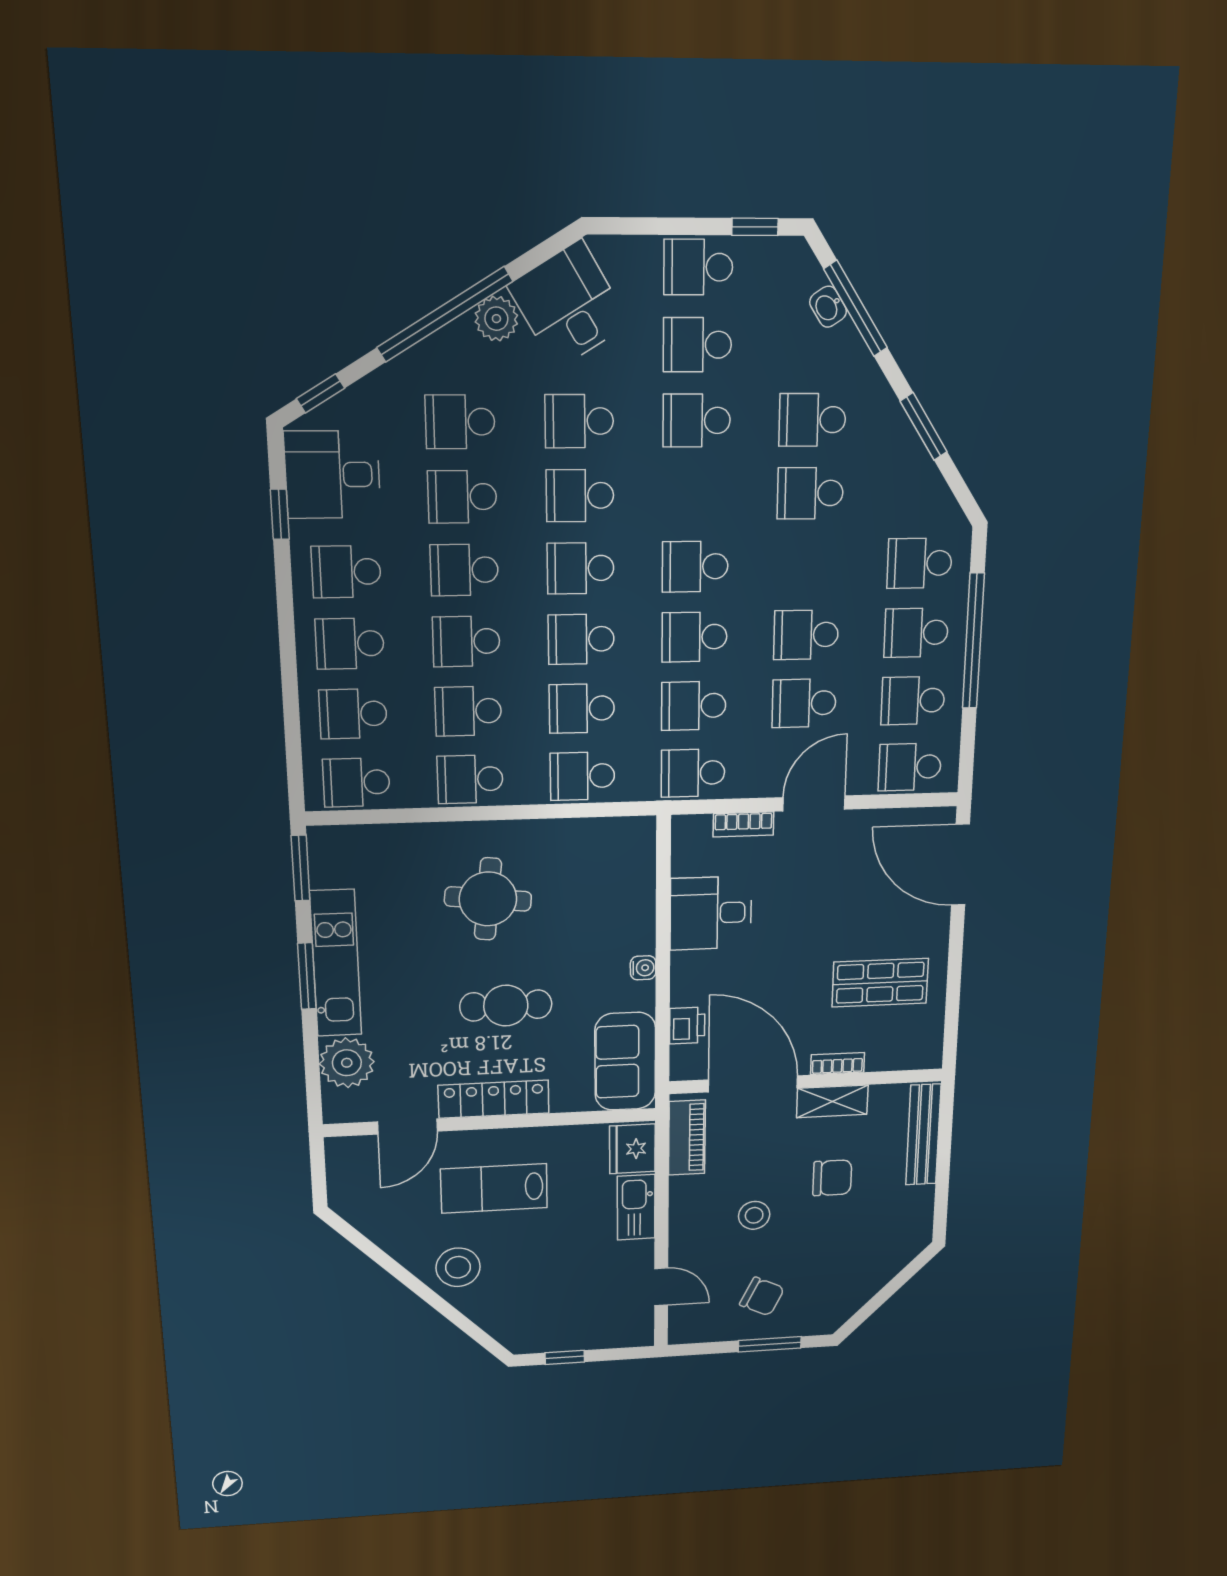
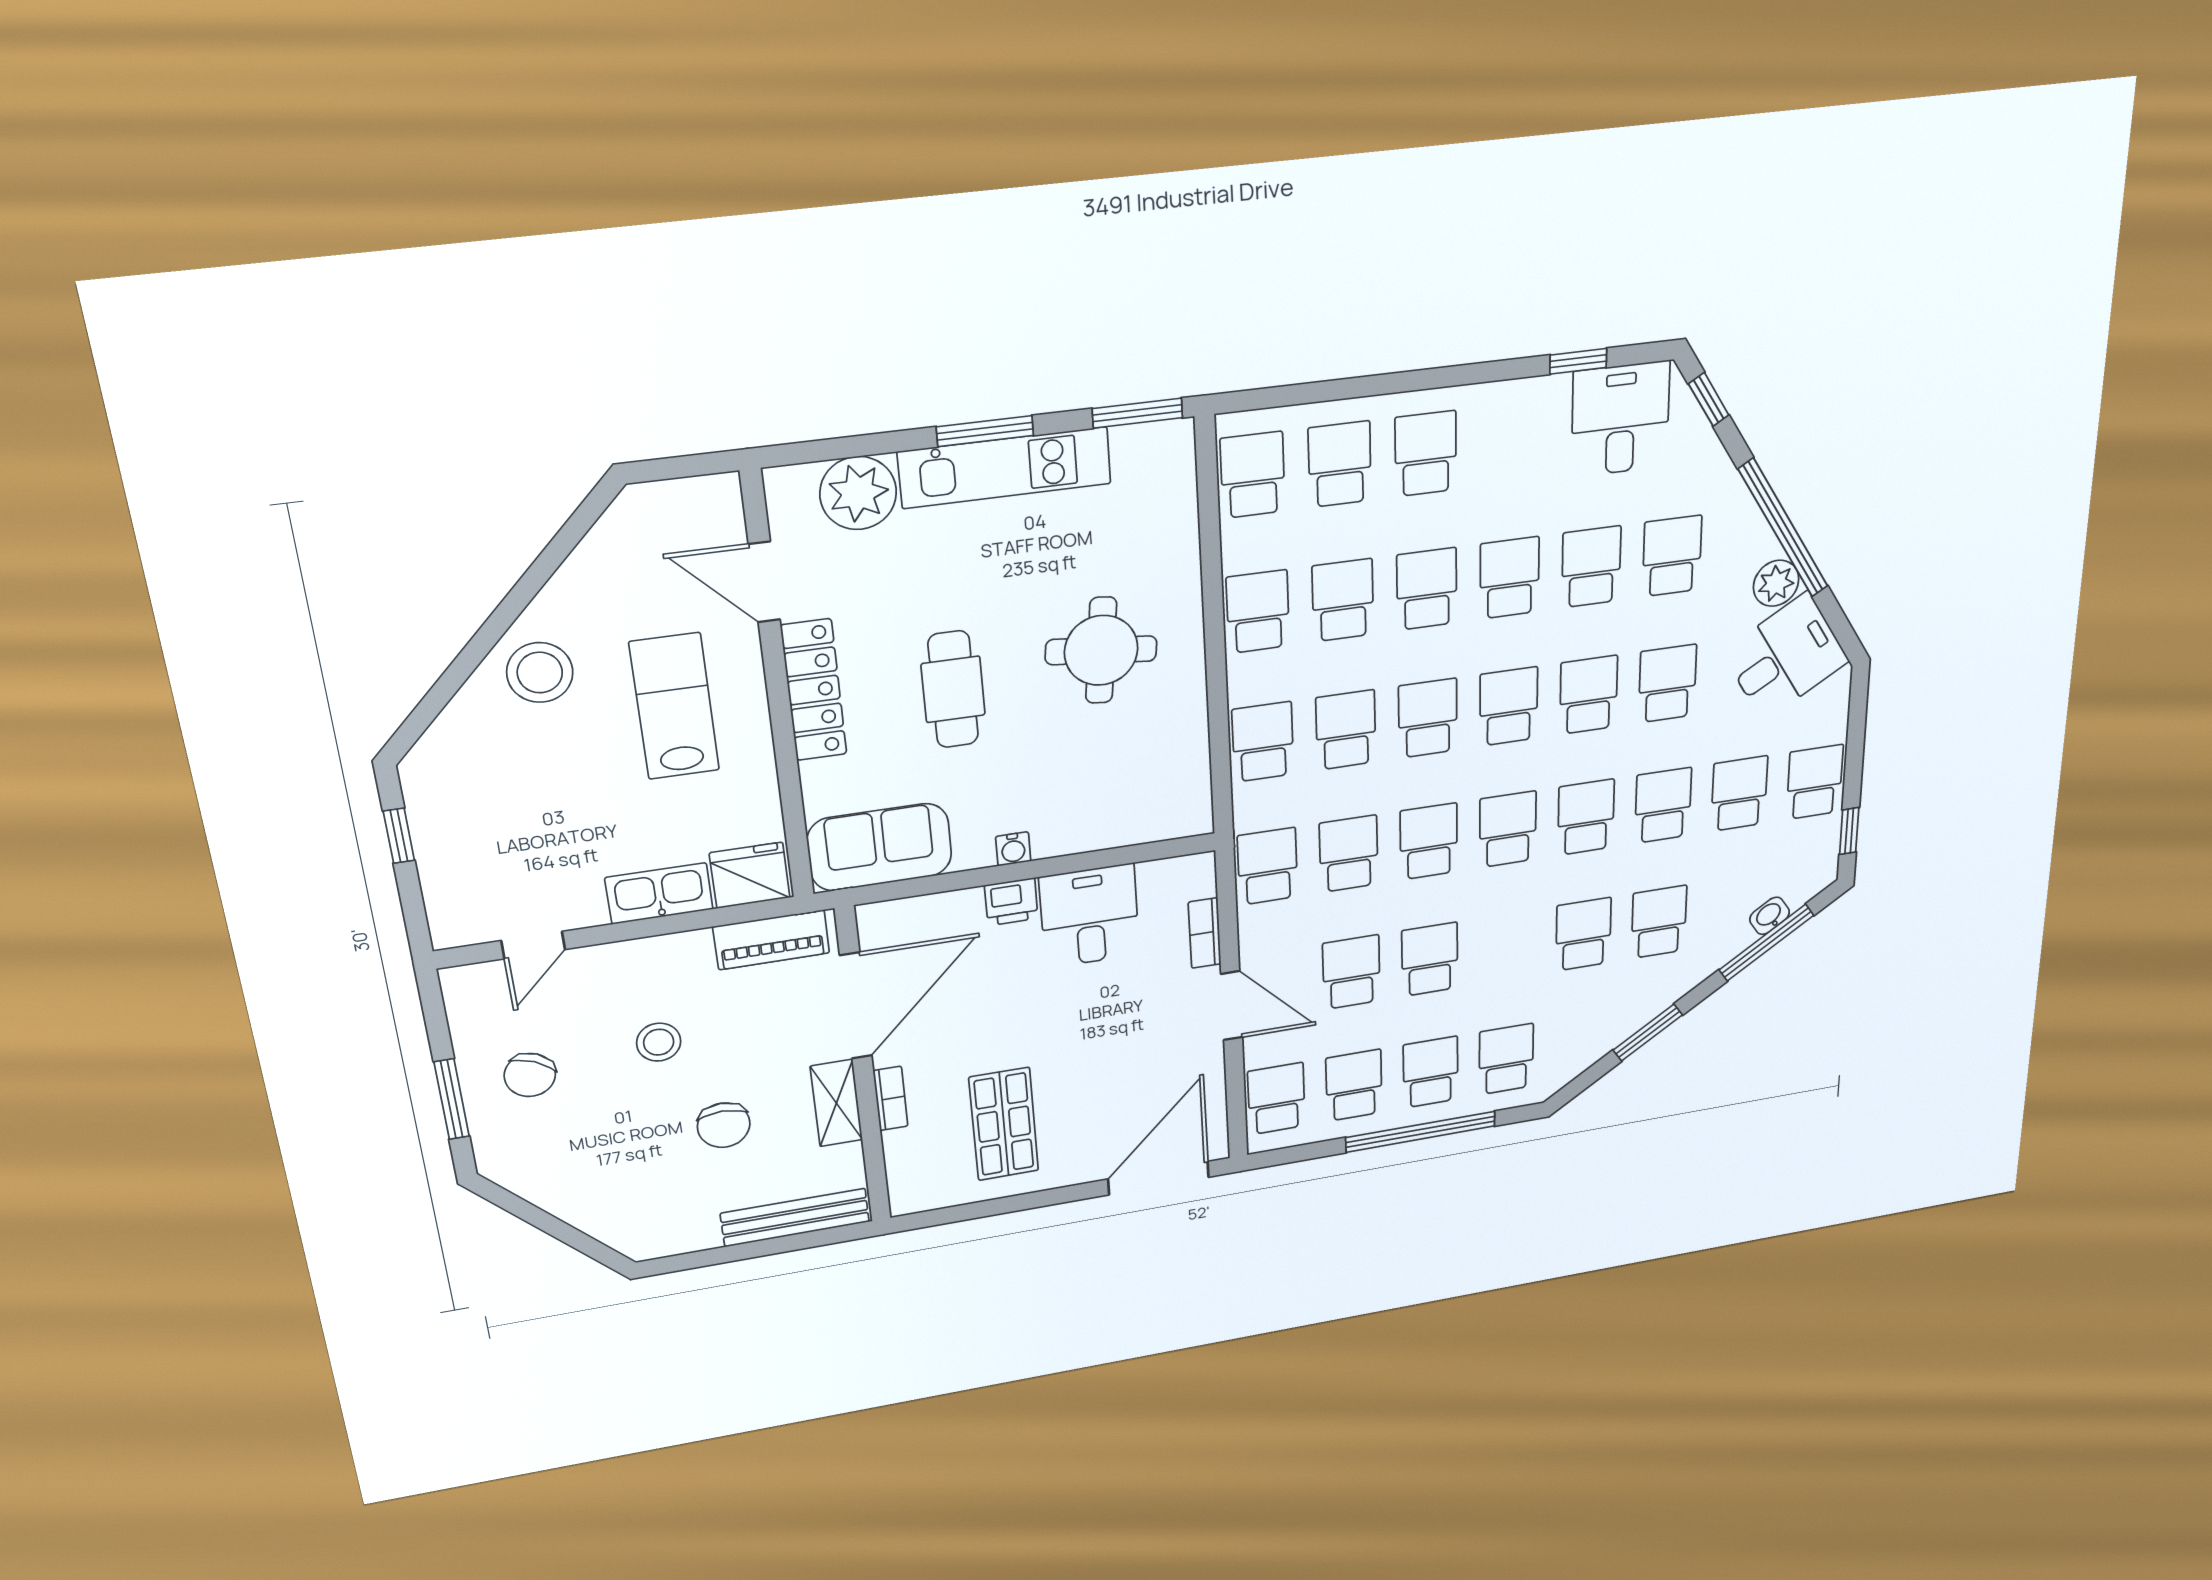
school desk: (346, 572) -> (1586, 817), moved
printer: (687, 1026) -> (1011, 902), moved

